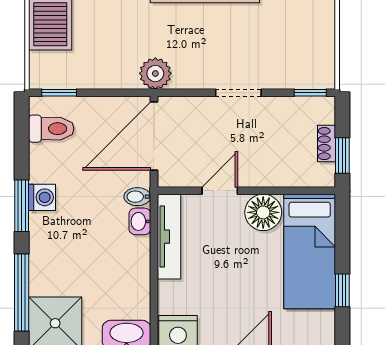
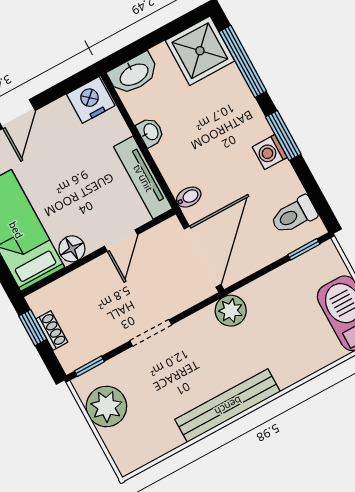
plant: (315, 48) -> (106, 406), added
floor lamp: (263, 212) -> (72, 249), width x0.73, depth x0.73
washbasin: (140, 221) -> (150, 132), moved

